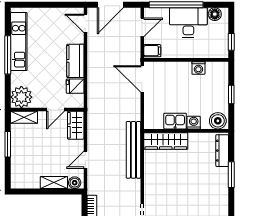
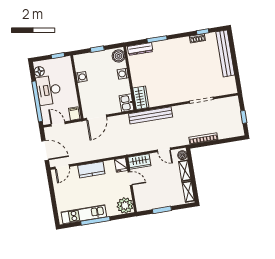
fridge: (75, 86) -> (121, 165), moved
shelving: (24, 117) -> (188, 192), moved
kitchen sink: (175, 121) -> (126, 103), moved
wardrobe: (166, 141) -> (141, 98), width x0.67

